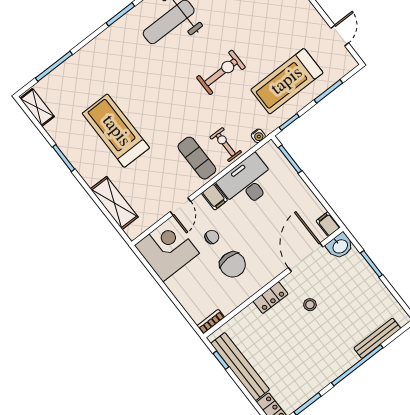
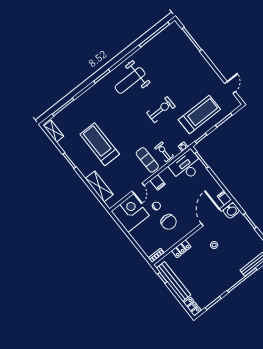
treadmill: (287, 81) -> (199, 115), turned 180
desk: (247, 182) -> (186, 166), moved
locker: (270, 298) -> (181, 249), moved

